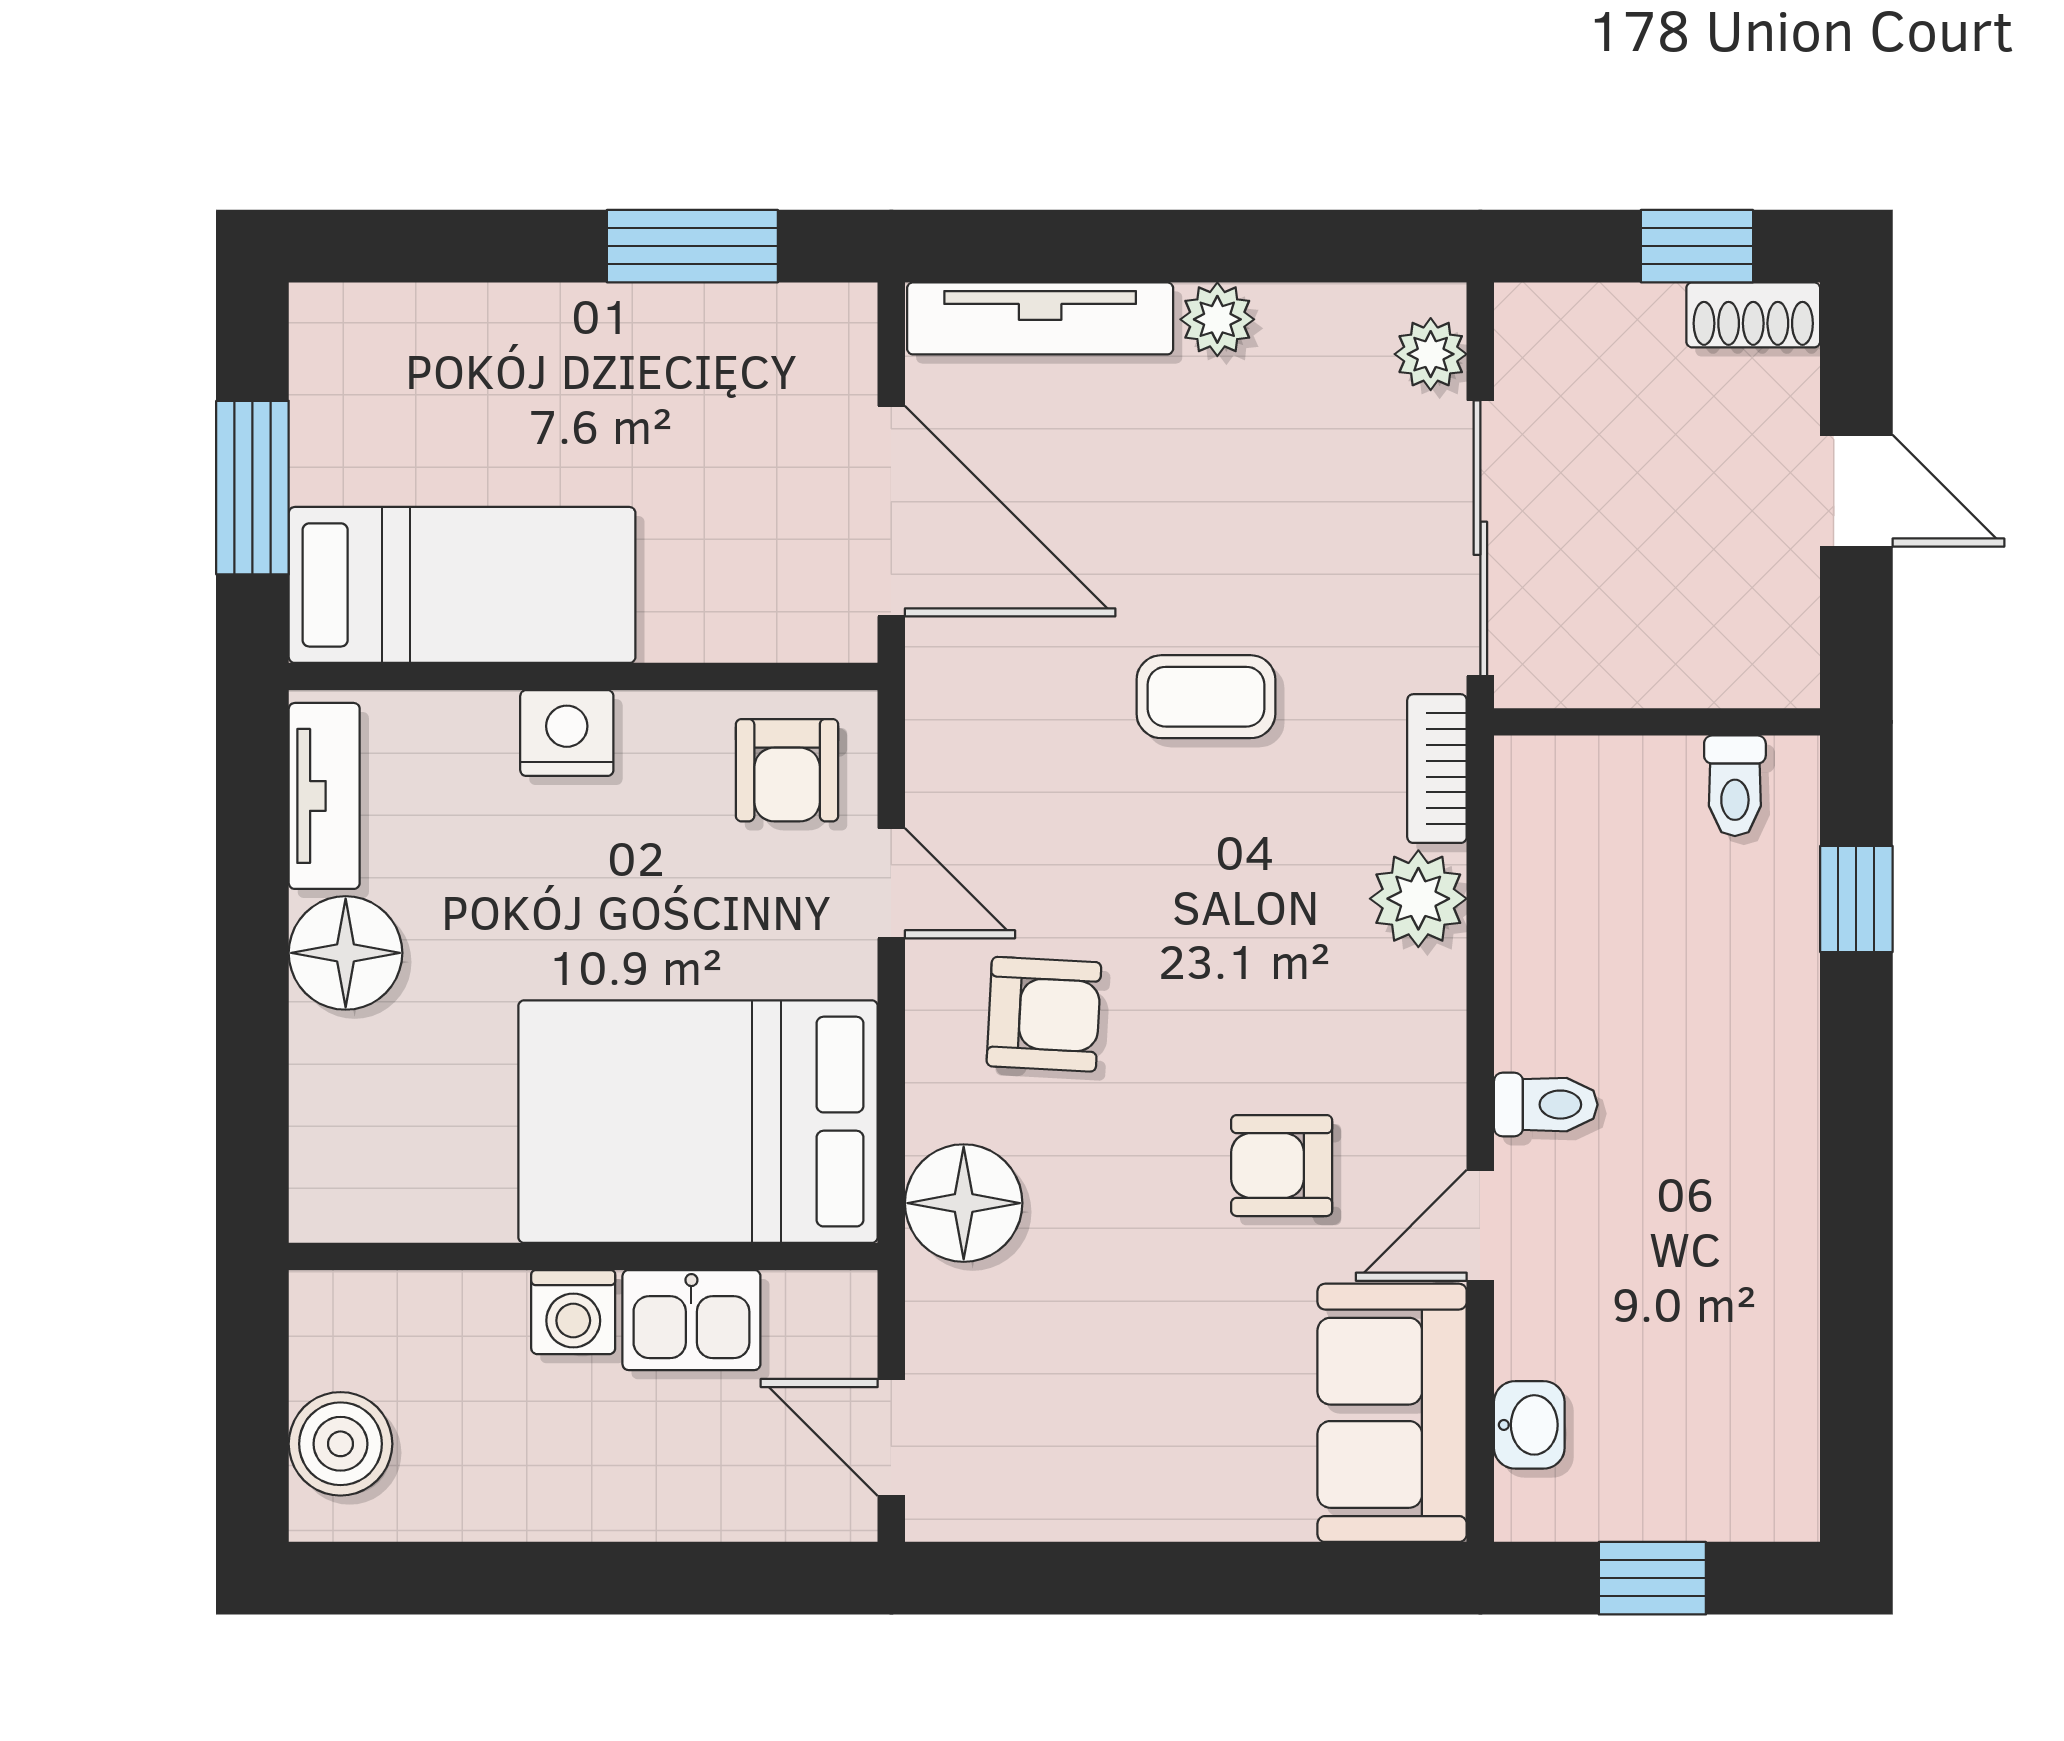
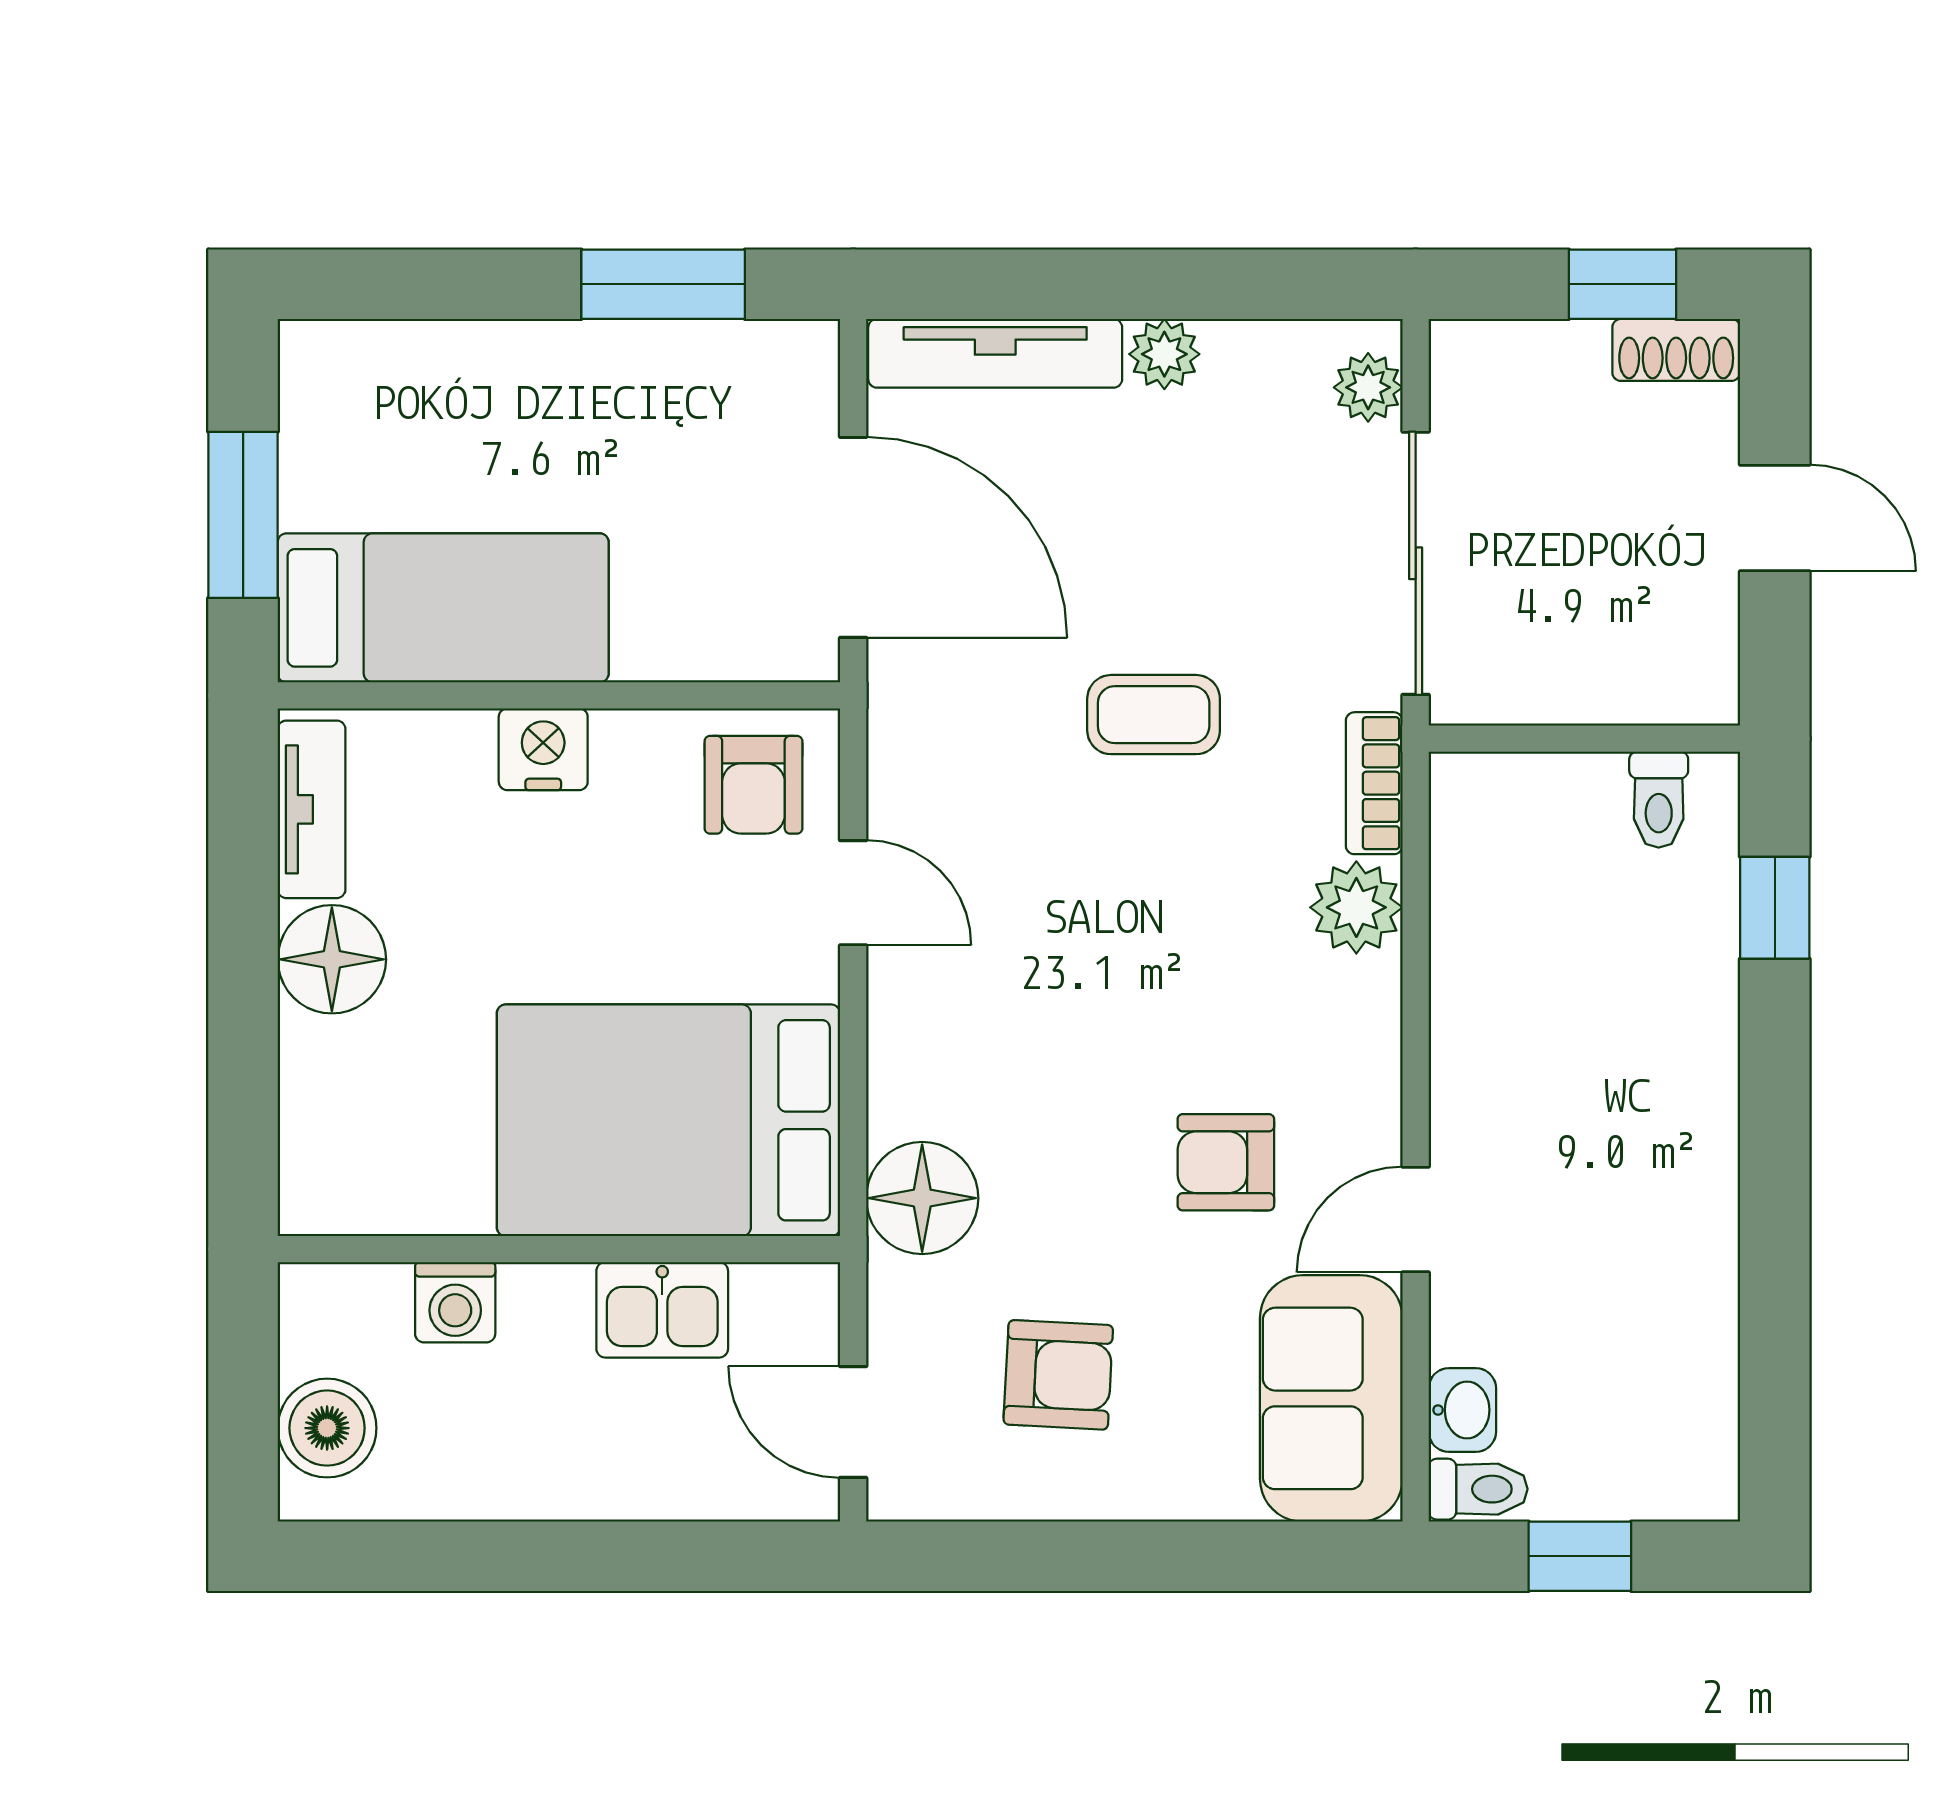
armchair: (1044, 1014) -> (1058, 1375), moved
toilet: (1546, 1105) -> (1478, 1489), moved
washing machine: (573, 1312) -> (455, 1302), moved

